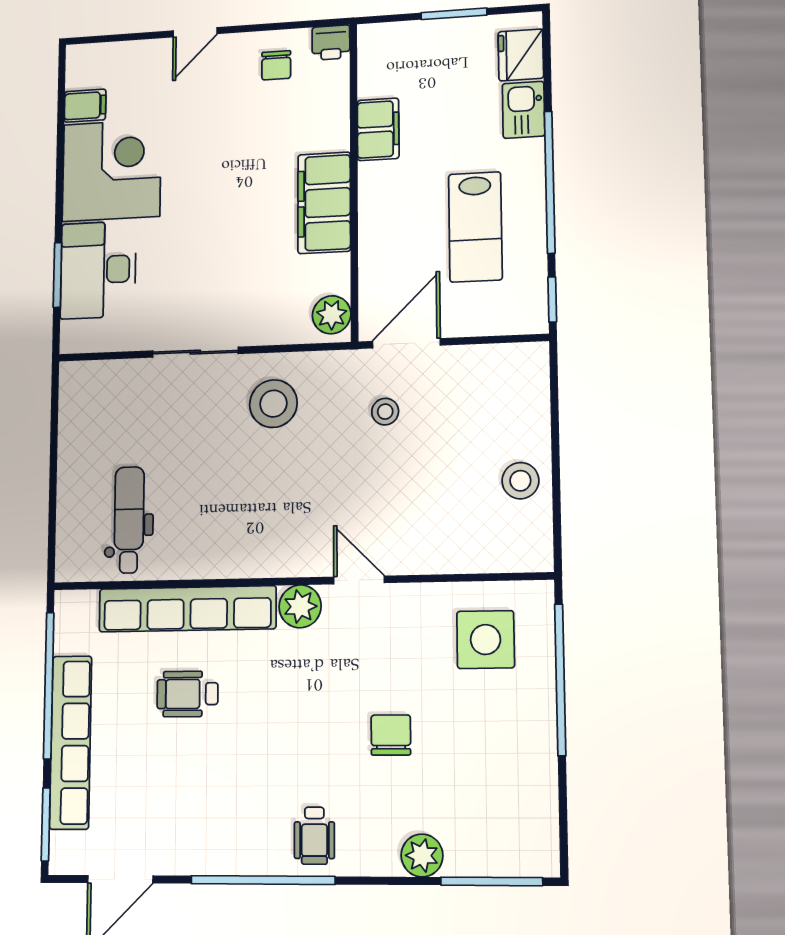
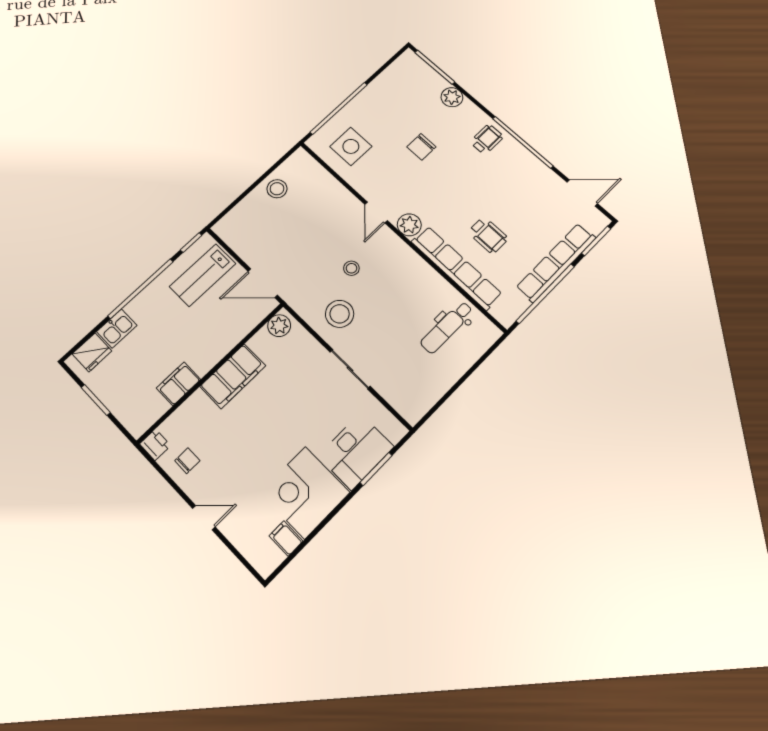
lab bench: (475, 227) -> (203, 275), moved, turned 180
stool: (385, 412) -> (351, 268), moved

